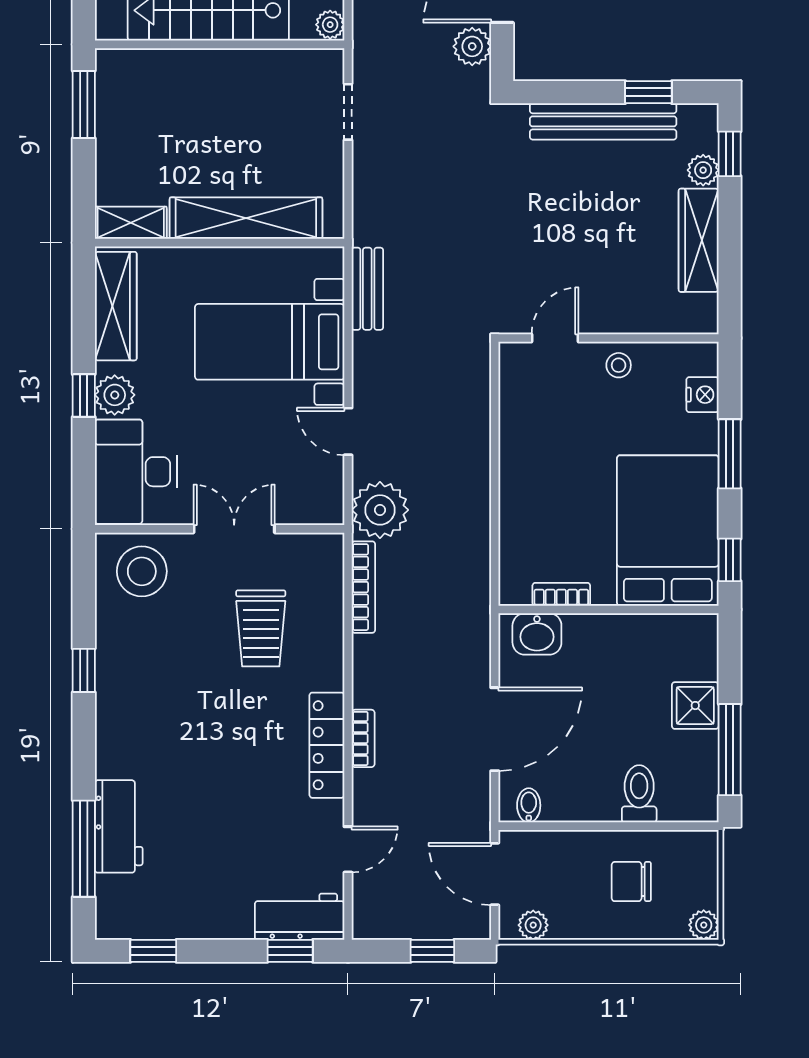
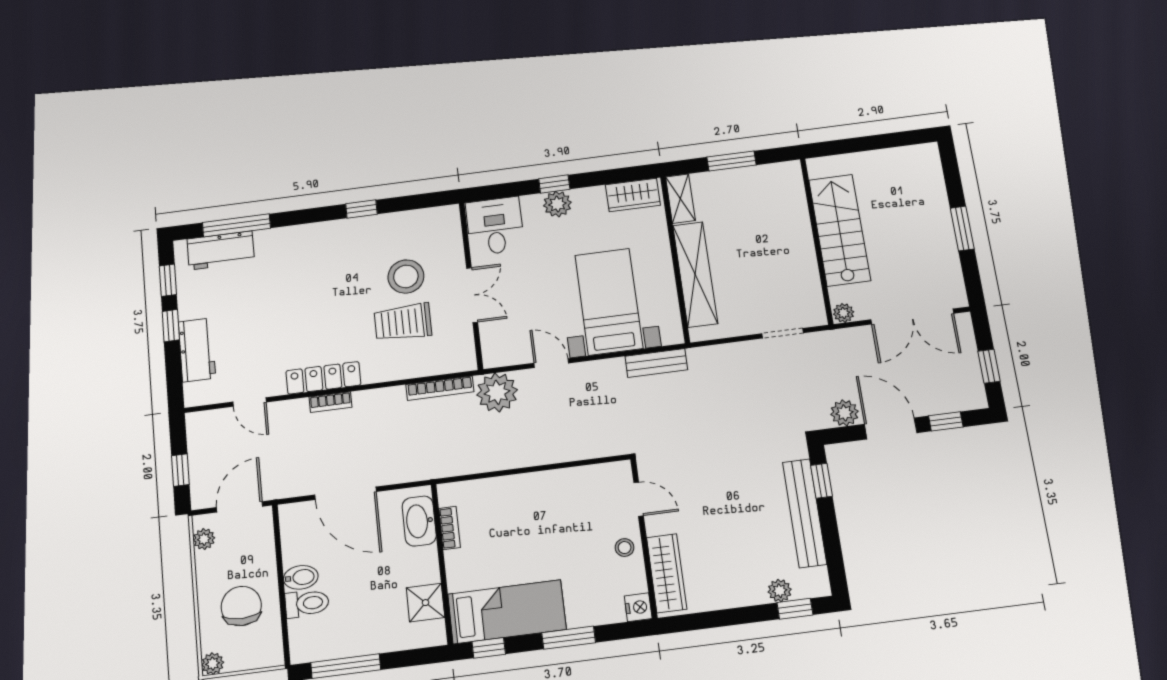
window: (648, 92) -> (821, 481), moved
window: (84, 105) -> (732, 161), moved
wardrobe: (699, 240) -> (667, 573), moved, turned 90
wardrobe: (116, 306) -> (633, 195), width x0.67
nightstand: (702, 395) -> (638, 607), moved, turned -90
door: (348, 431) -> (551, 363), hinge flipped
desk: (136, 472) -> (495, 226), width x0.73
bed: (668, 531) -> (507, 612), width x0.67
stool: (142, 571) -> (406, 276), moved
washbasin: (537, 634) -> (419, 521), width x1.38
shower: (695, 706) -> (425, 603), moved
bidet: (529, 805) -> (301, 577), moved, width x1.38, depth x1.36
workbench: (119, 826) -> (221, 250), moved
chair: (631, 882) -> (241, 606), width x1.37, depth x1.37
workbench: (300, 917) -> (197, 350), moved
window: (290, 951) -> (171, 326), moved

